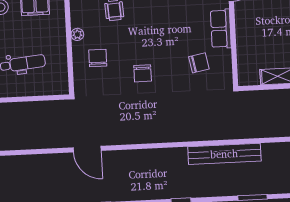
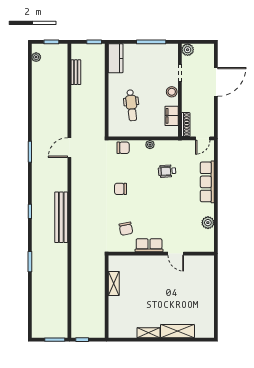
chair: (98, 58) -> (123, 148), moved
bench: (224, 154) -> (61, 217), moved

